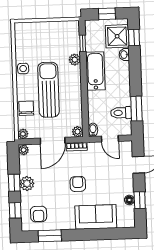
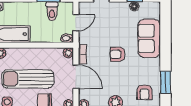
armchair: (39, 214) -> (145, 92), turned 90

